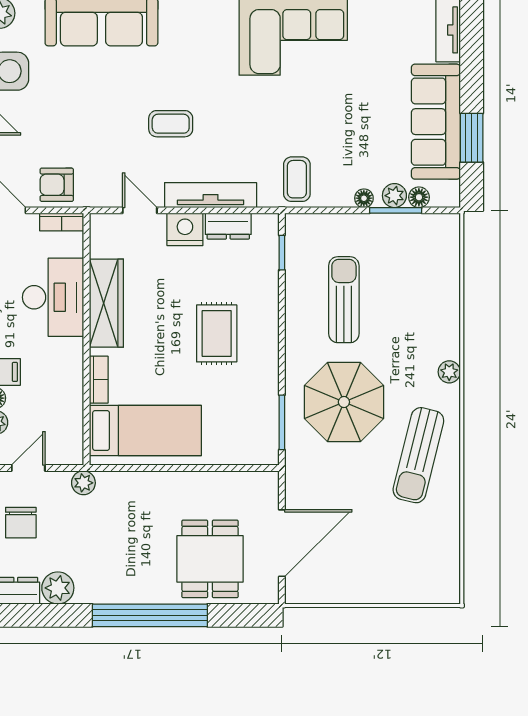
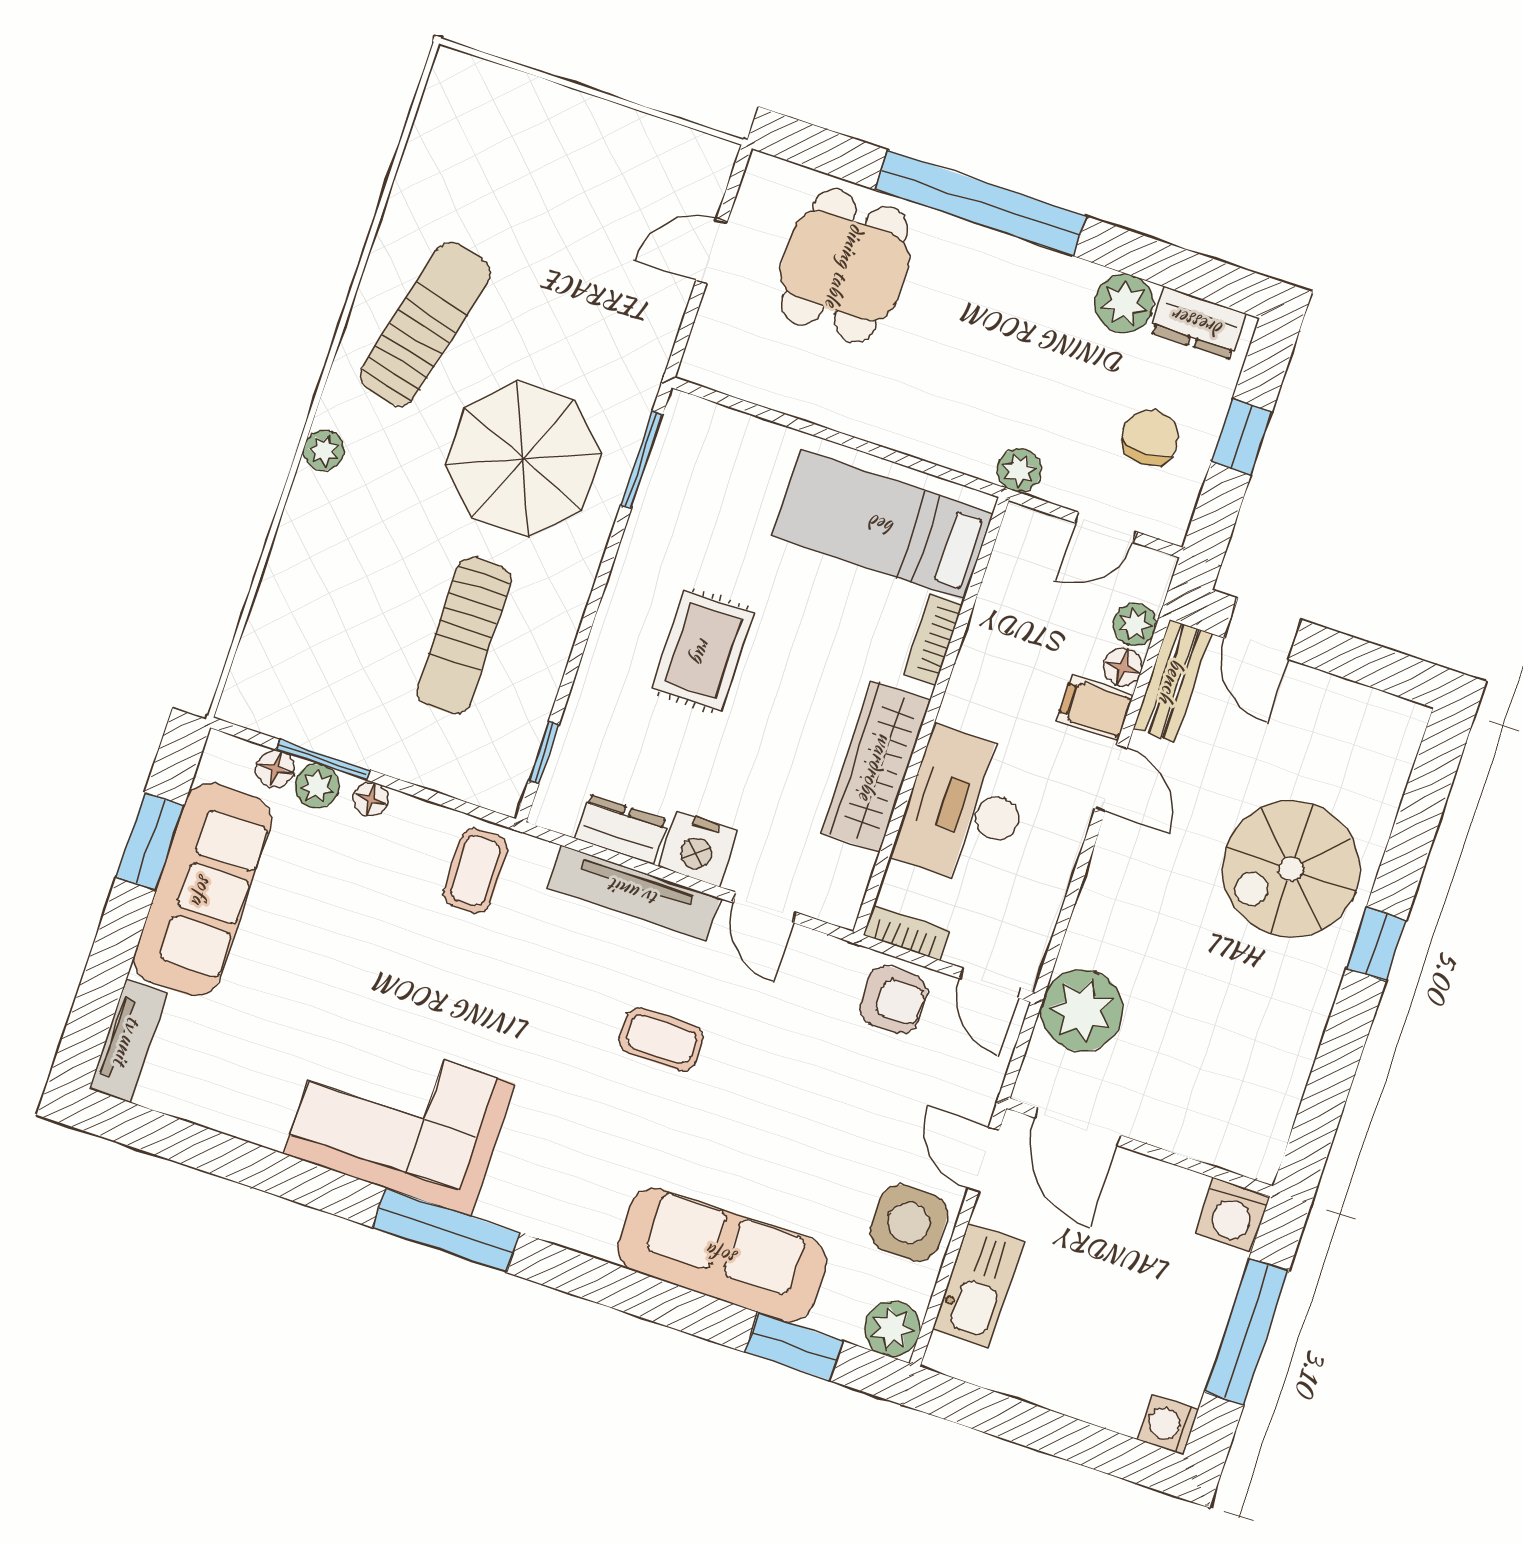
door: (282, 543) -> (712, 251), width x0.53

